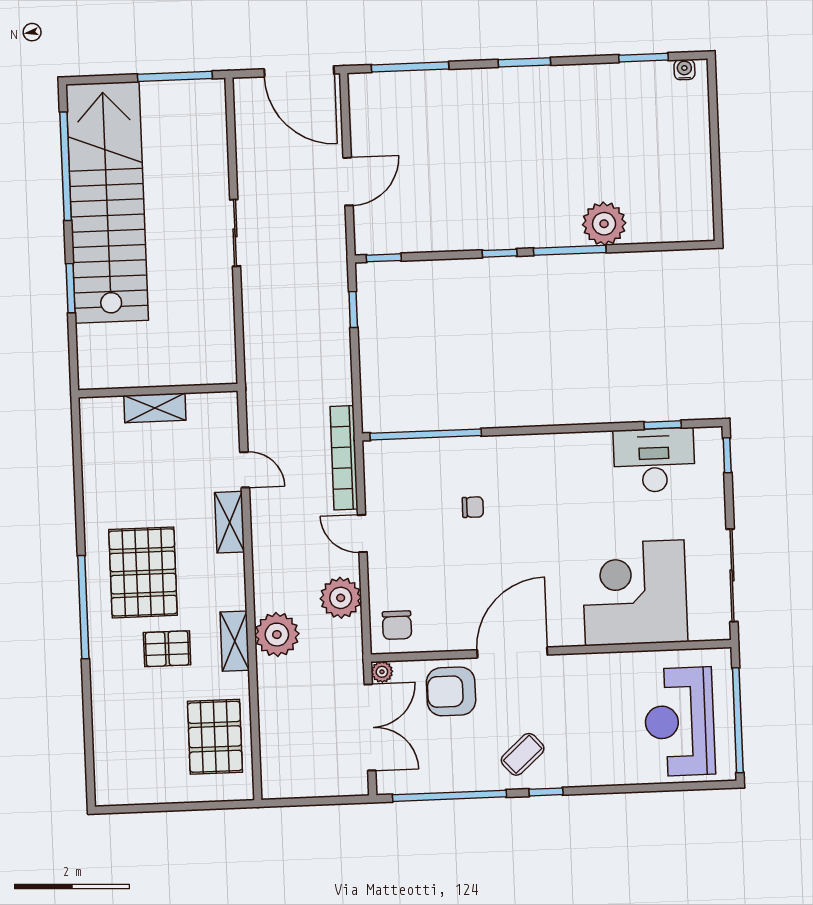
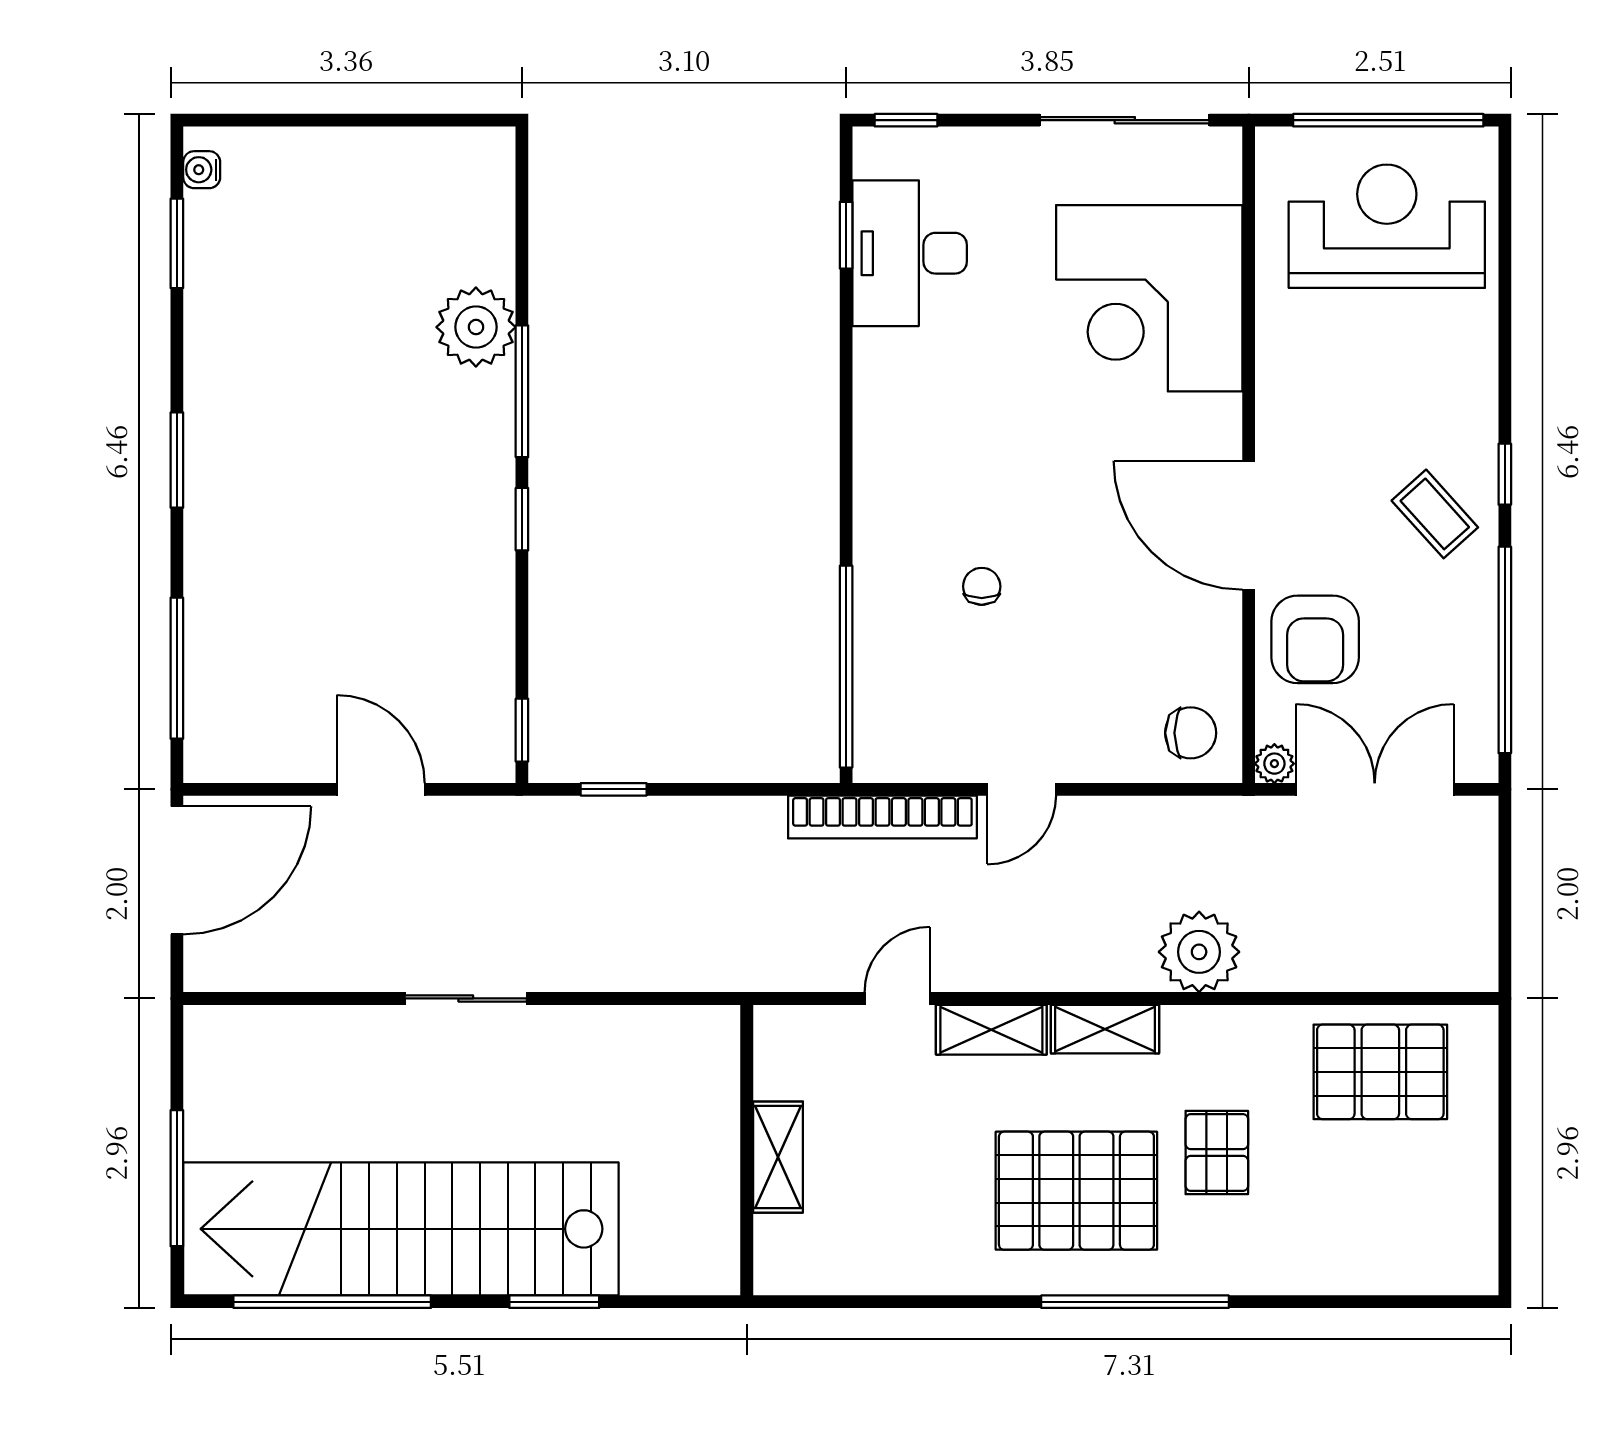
window: (175, 76) -> (177, 1178), moved
plant: (341, 598) -> (1137, 833), removed
shelving: (235, 641) -> (1105, 1029), moved
reception desk: (680, 722) -> (1387, 226), turned 180

